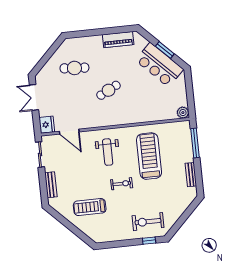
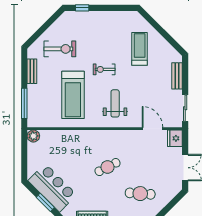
treadmill: (90, 207) -> (140, 49), turned -90
exercise bike: (148, 222) -> (60, 49), moved

